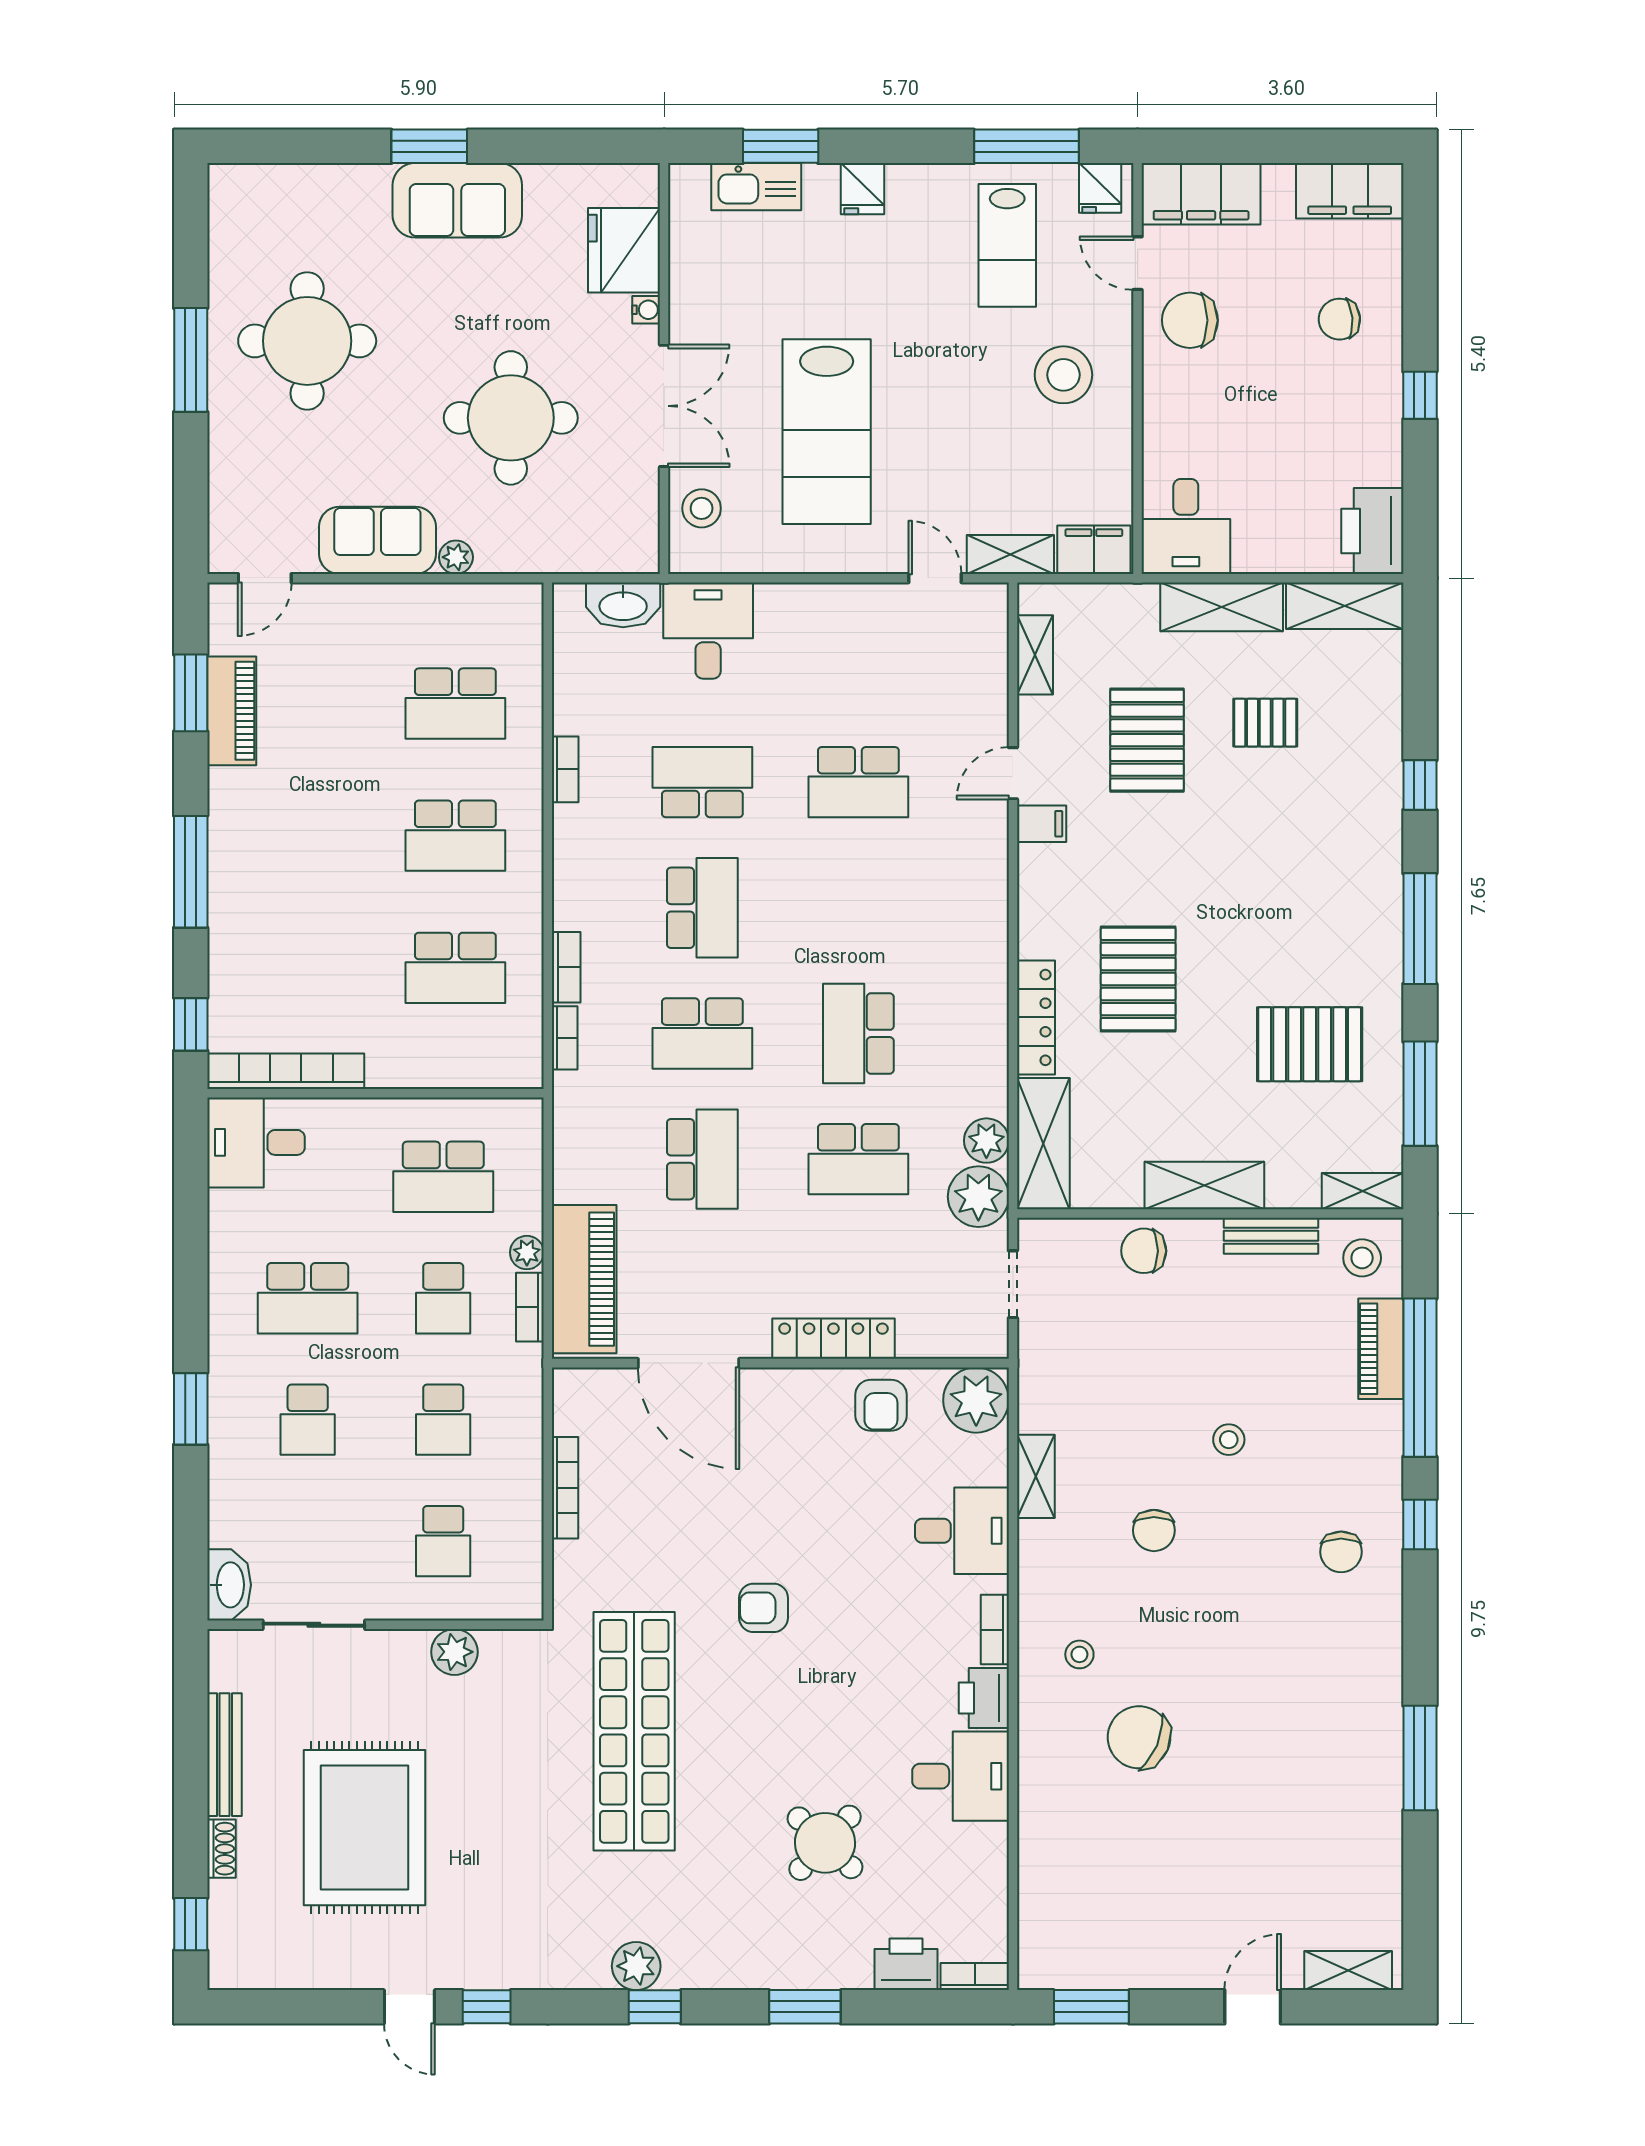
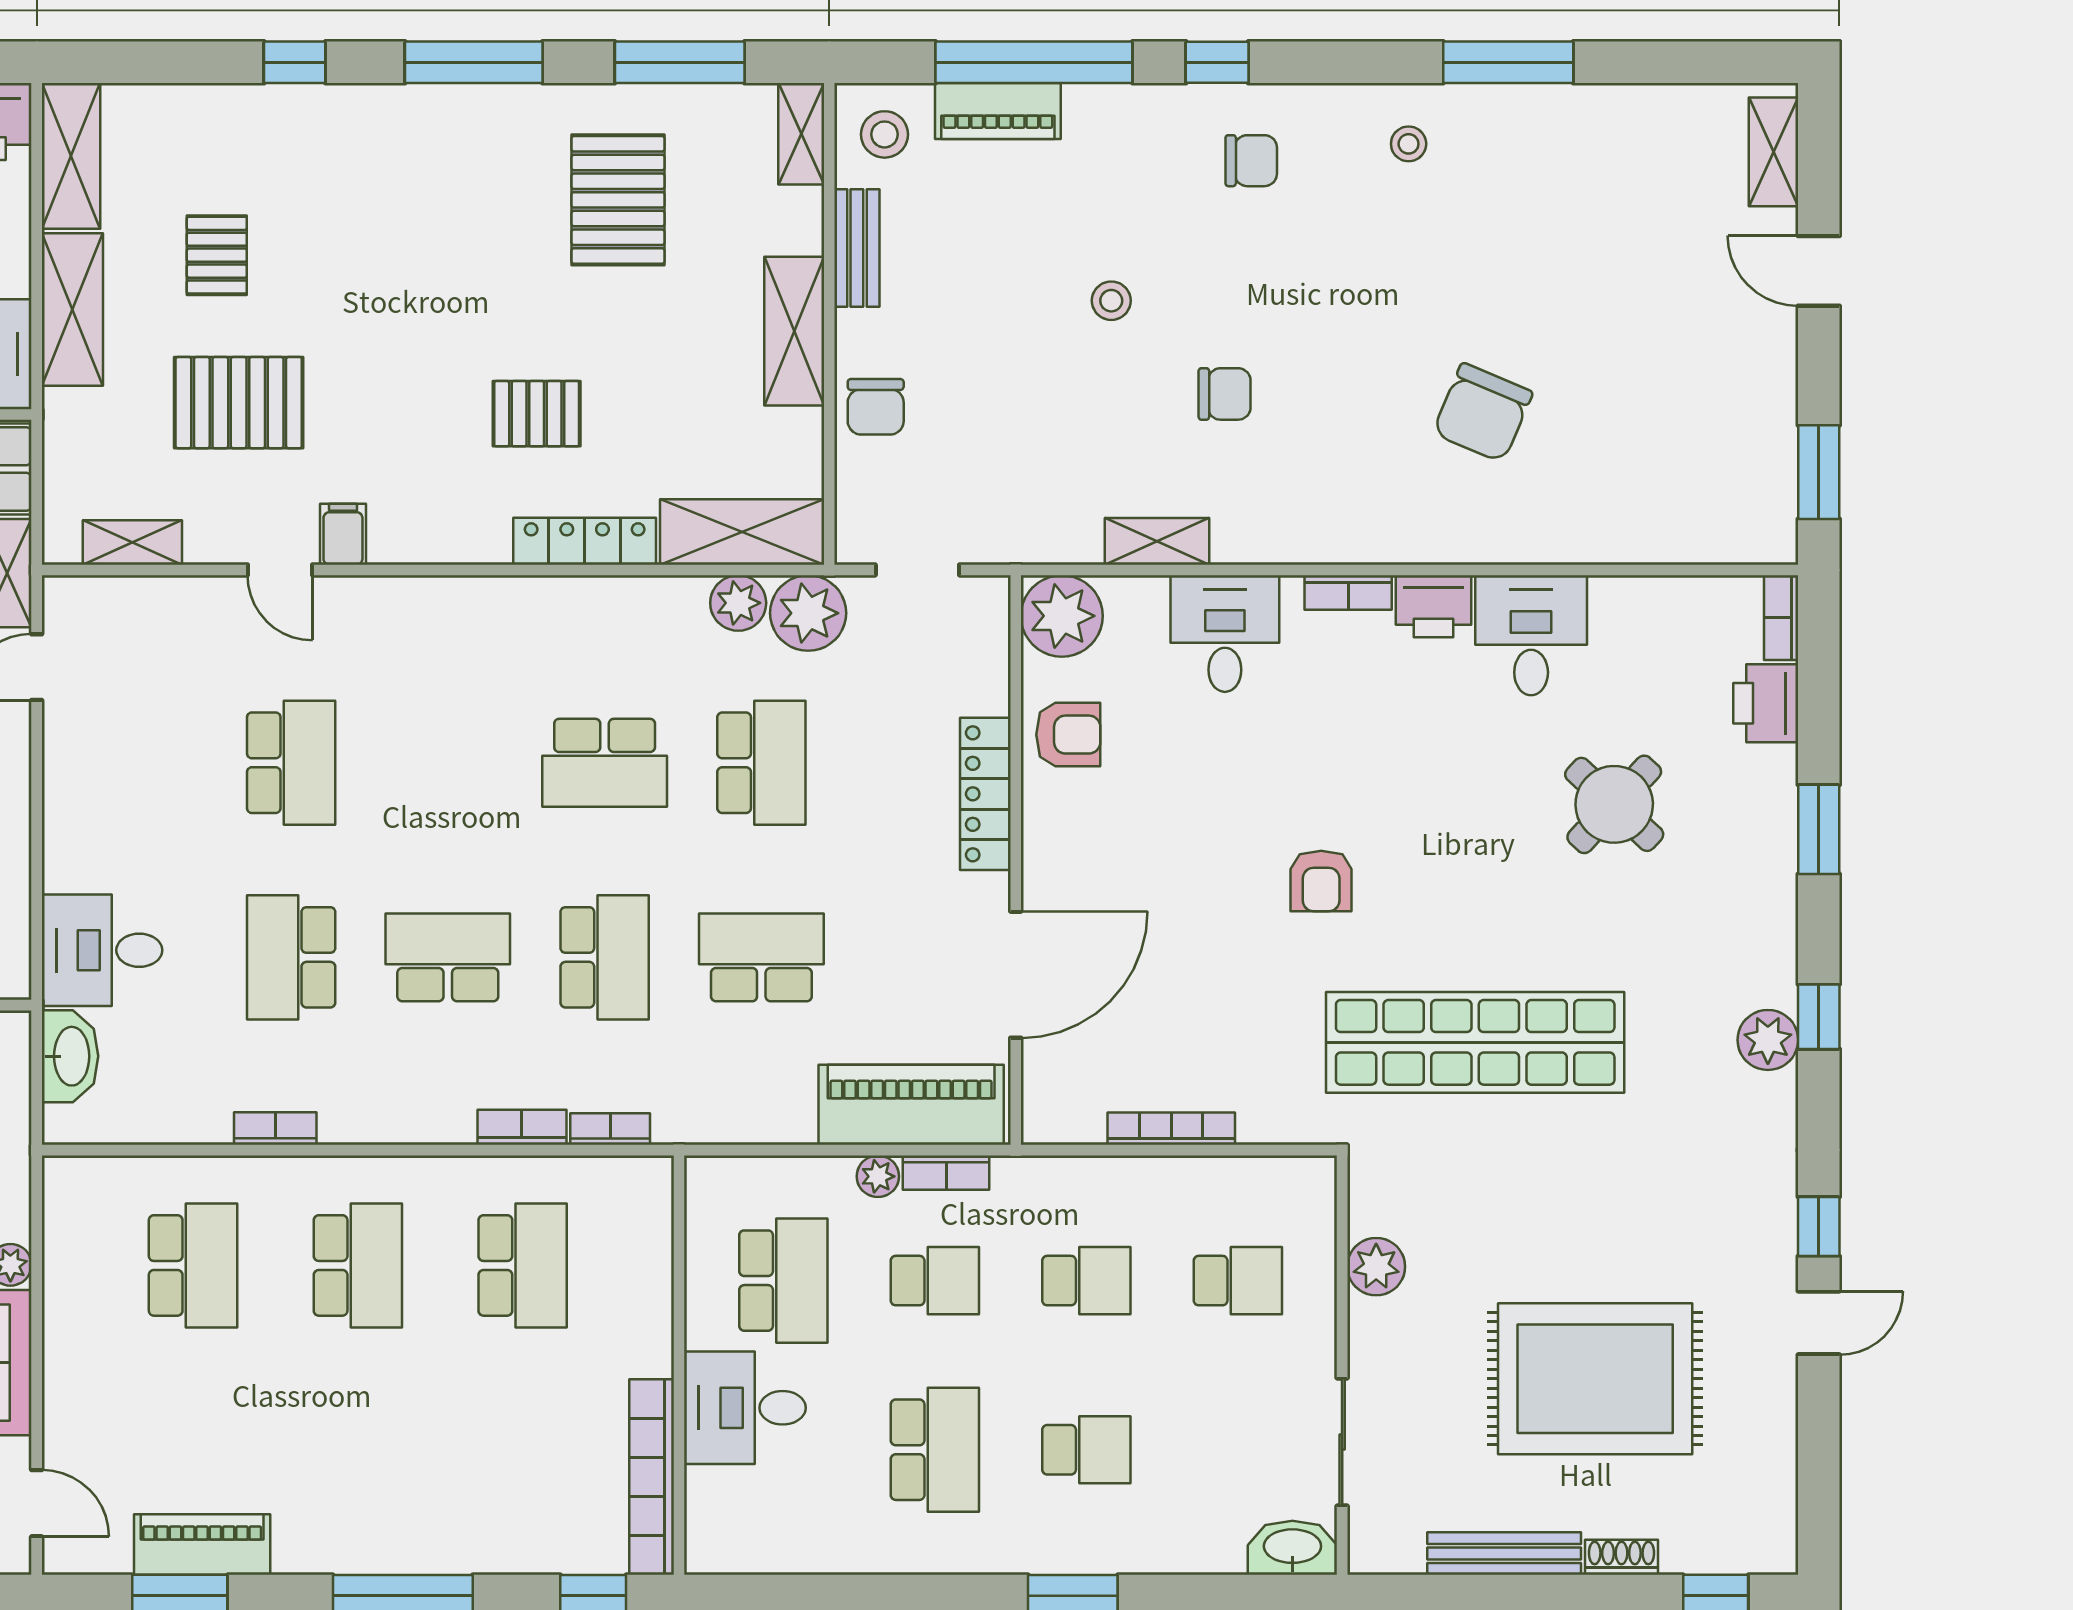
pallet: (1138, 979) -> (537, 414), width x0.67, depth x0.71
desk: (256, 1142) -> (745, 1408), moved, turned 90
stool: (1079, 1654) -> (1409, 144), moved

